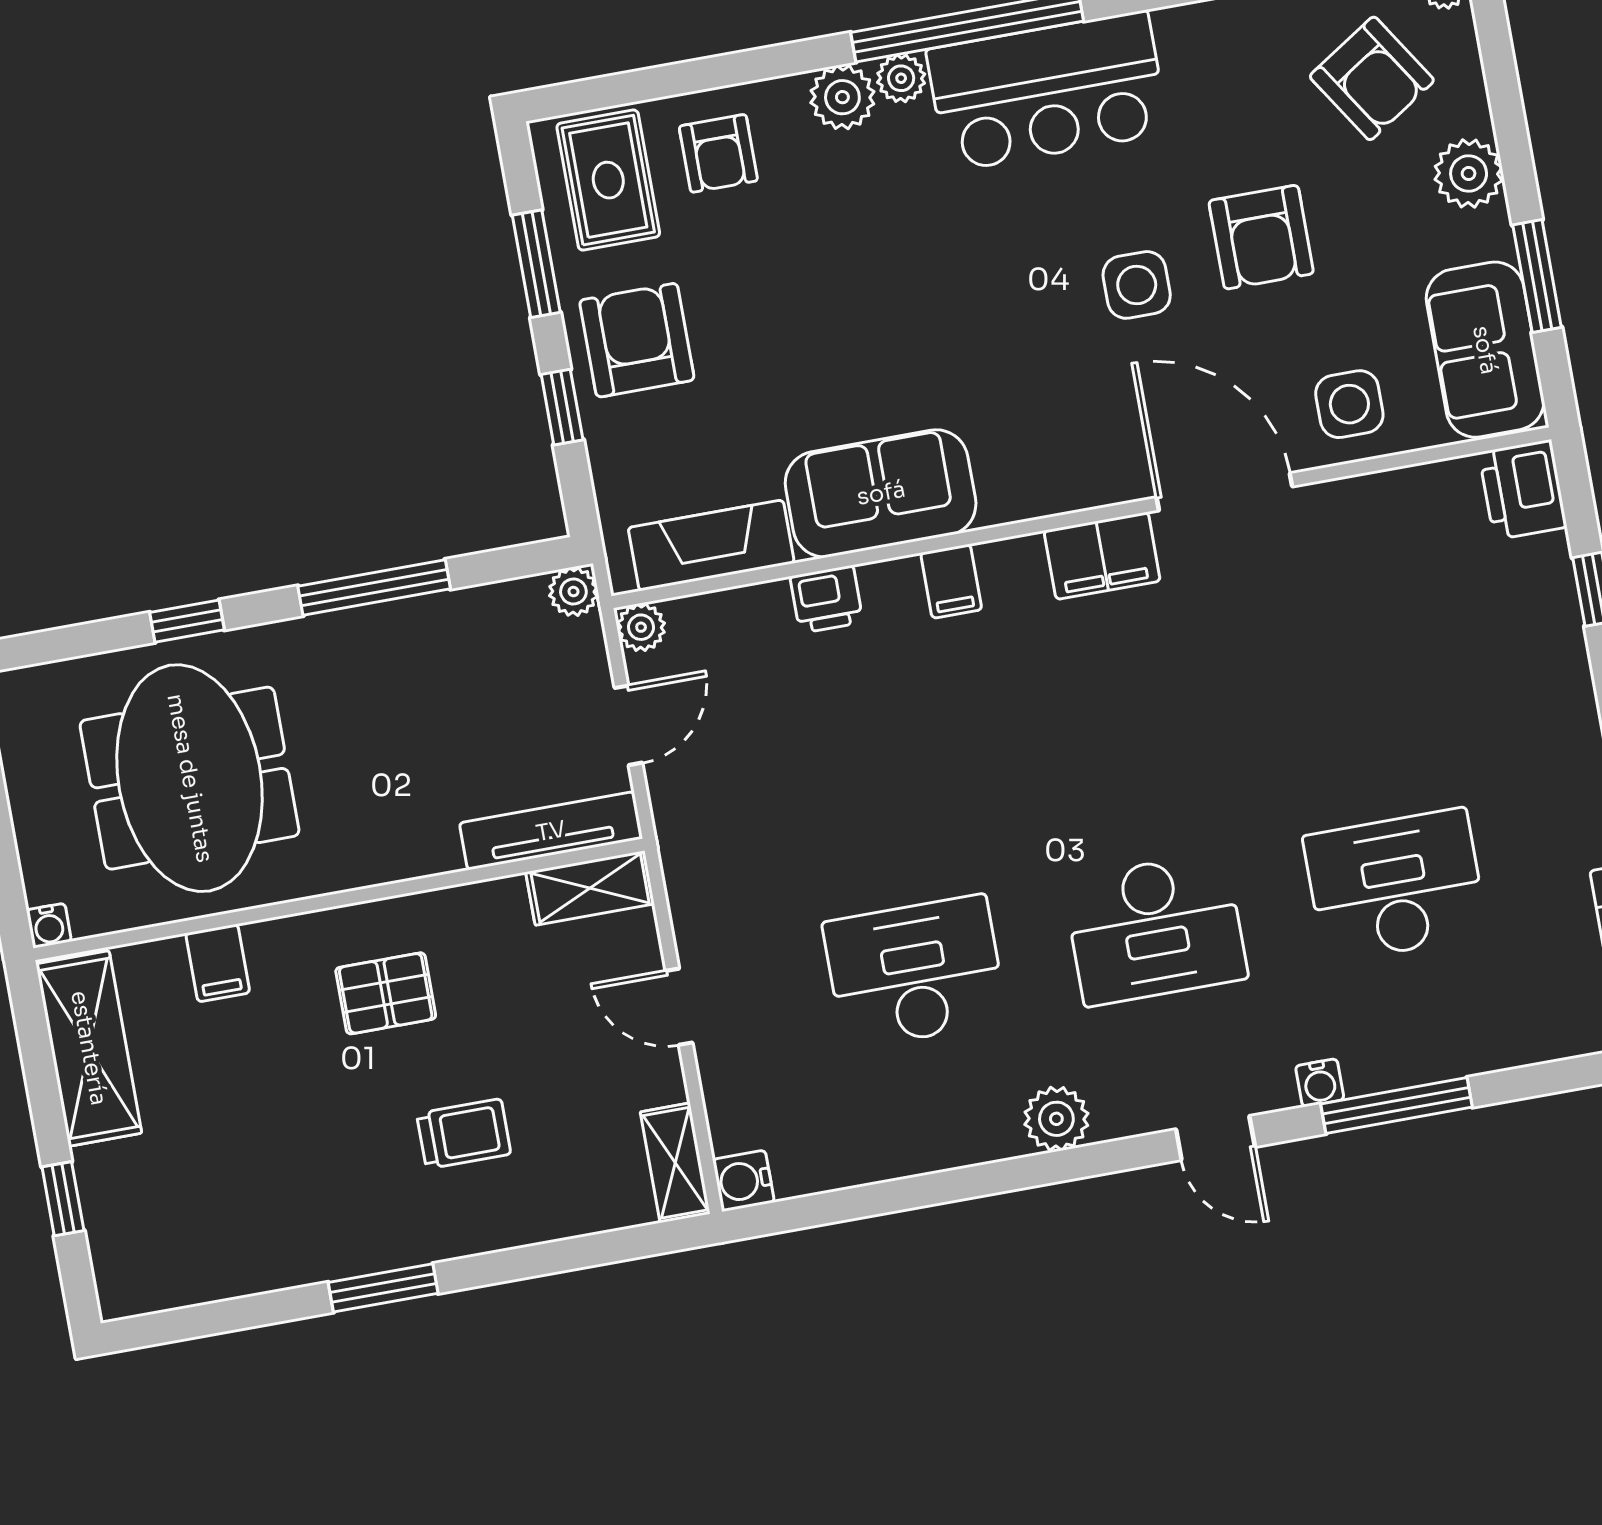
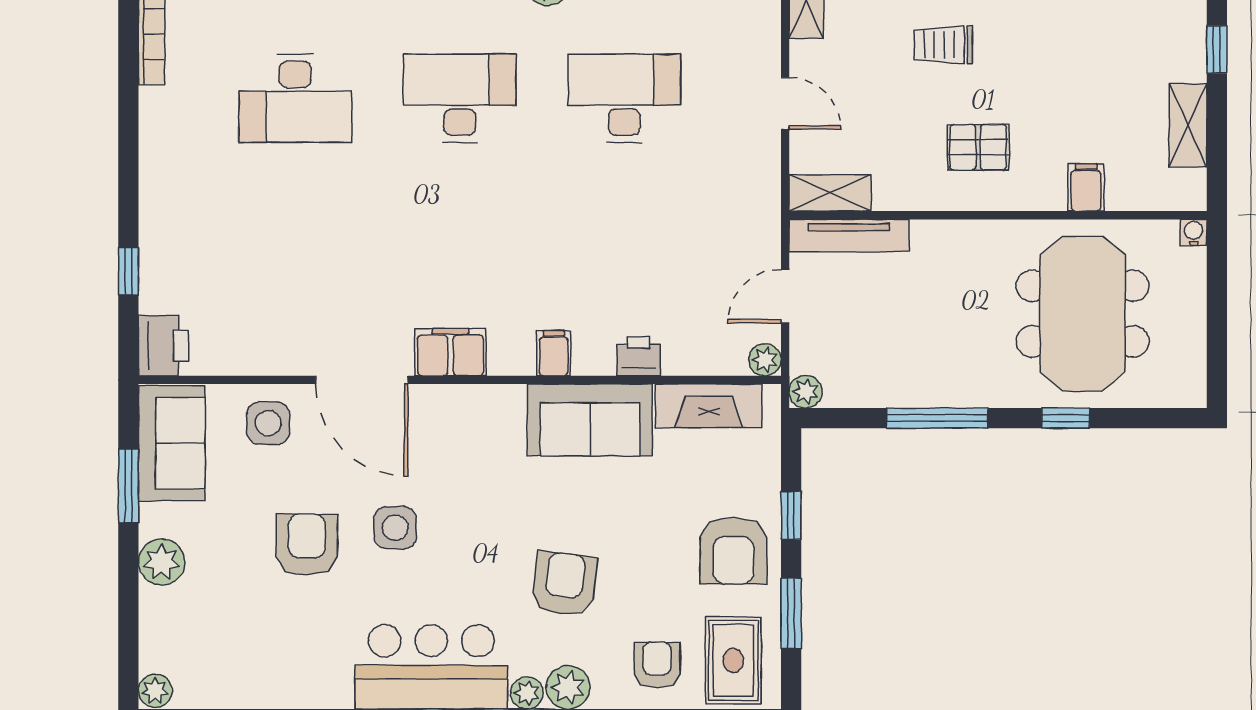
armchair: (1372, 78) -> (564, 584), moved, turned 40
desk: (915, 972) -> (624, 98), turned 180
shelving: (89, 1048) -> (1188, 125), width x0.67, depth x0.75

